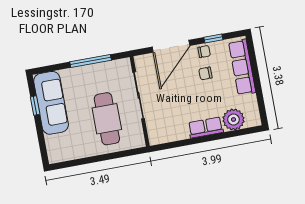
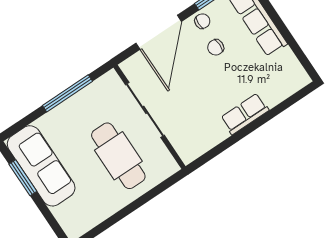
window: (35, 106) -> (23, 178), width x1.50
plant: (233, 120) -> (275, 89), removed

